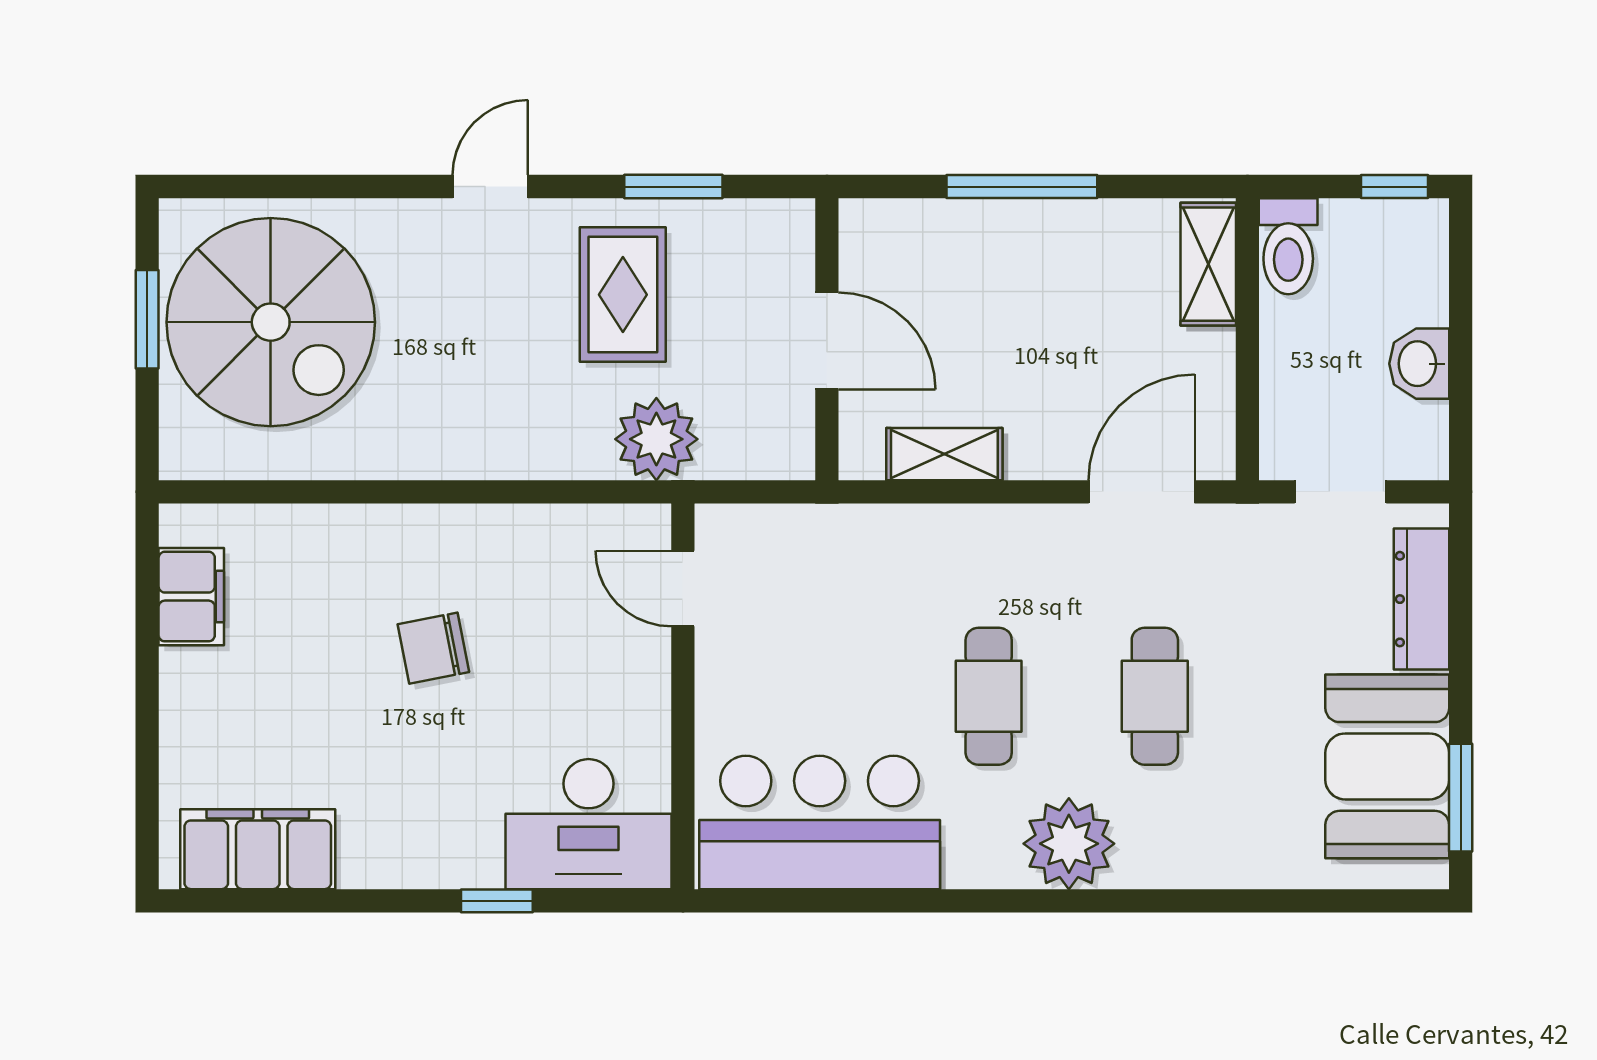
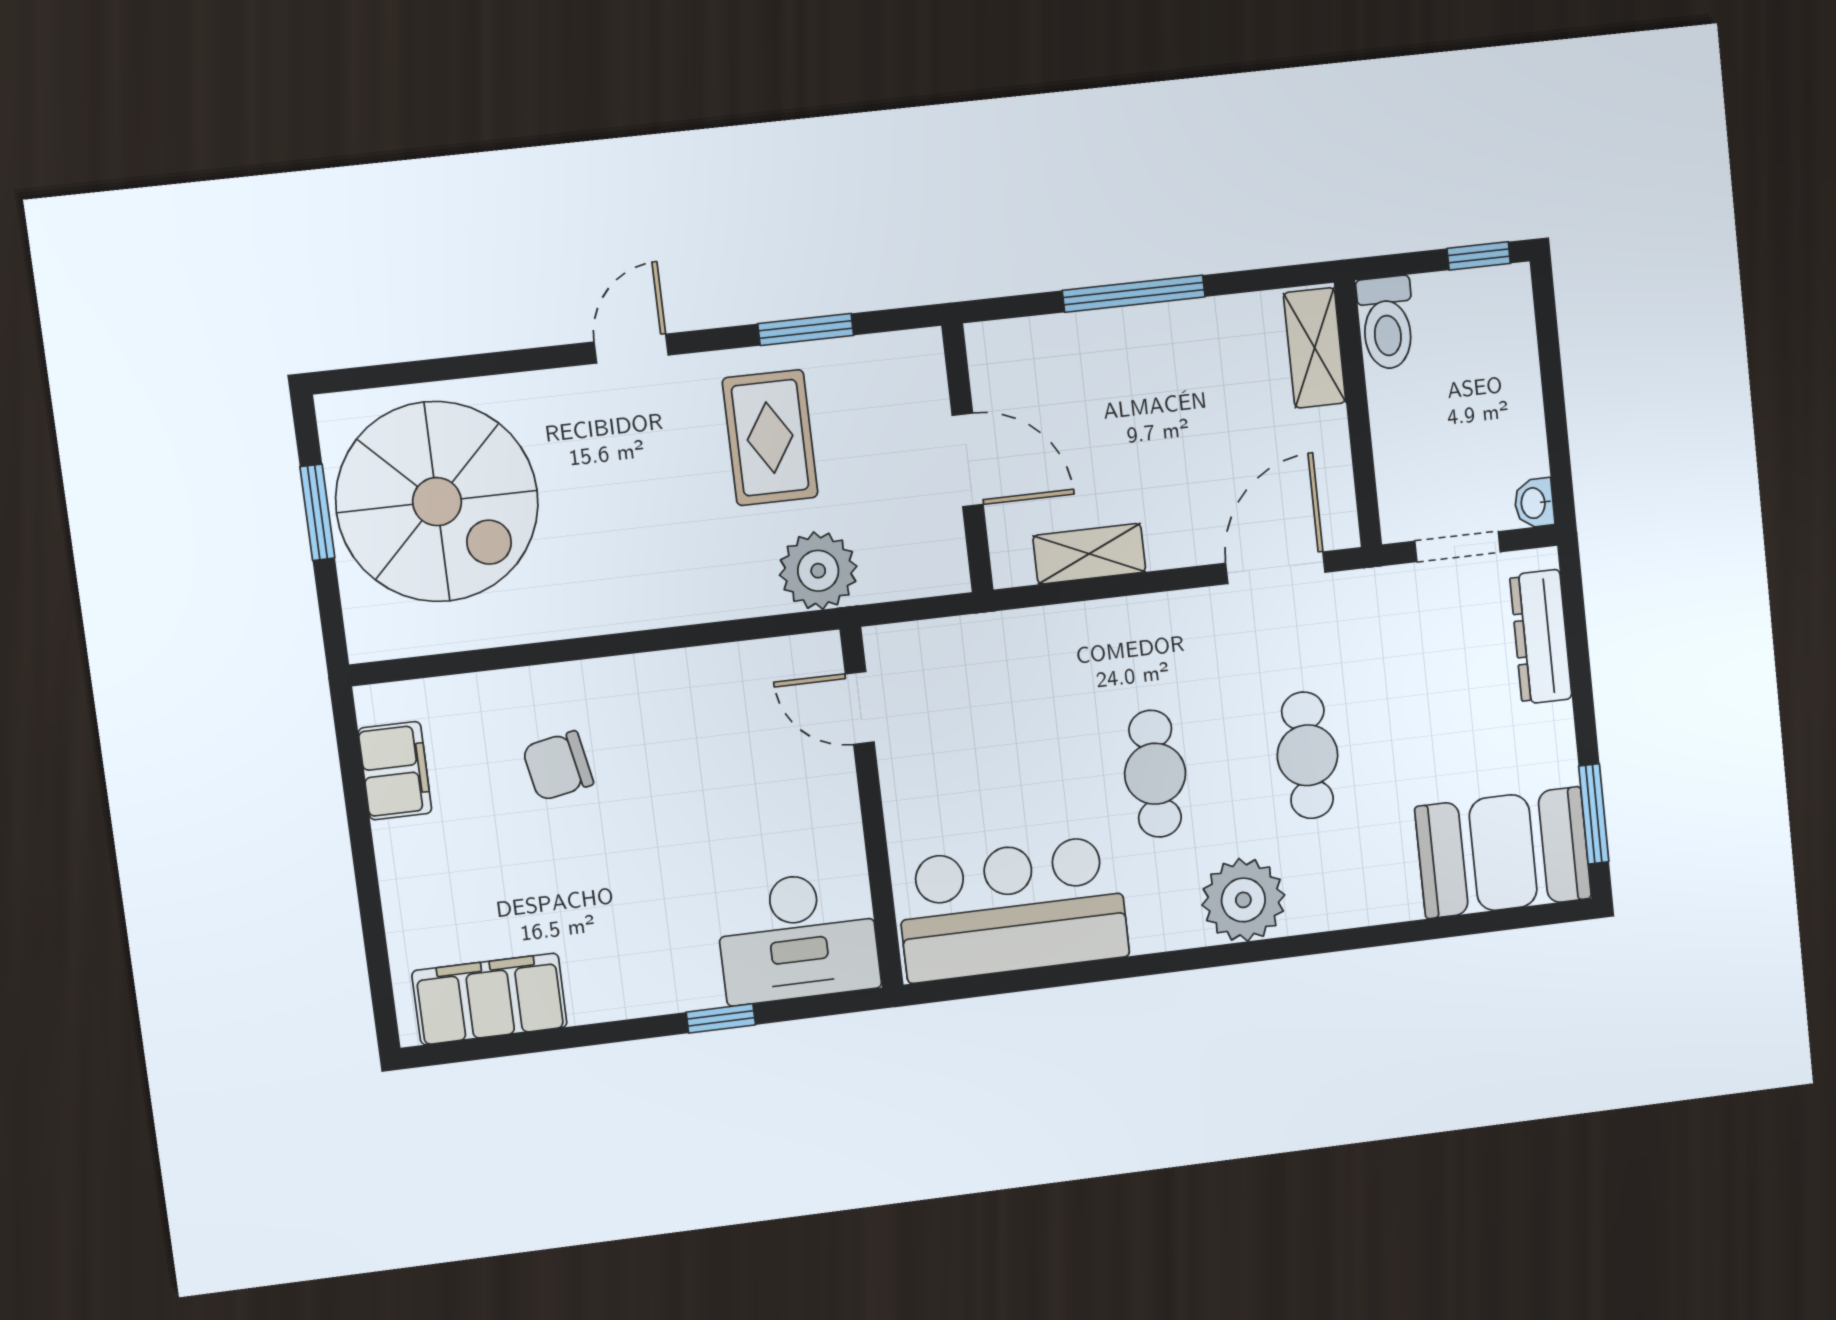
washbasin: (1419, 364) -> (1534, 503), moved, width x0.72, depth x0.69
chair: (433, 648) -> (558, 766), moved
booth: (1387, 766) -> (1503, 853), moved, turned 90

